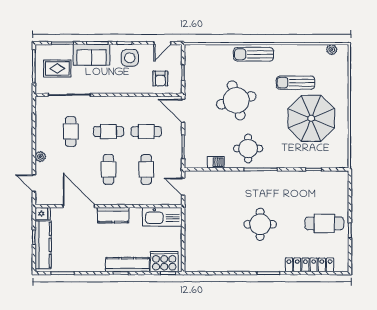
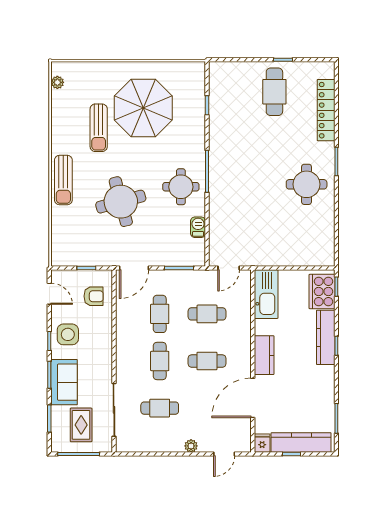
round table: (260, 224) -> (307, 184), moved

